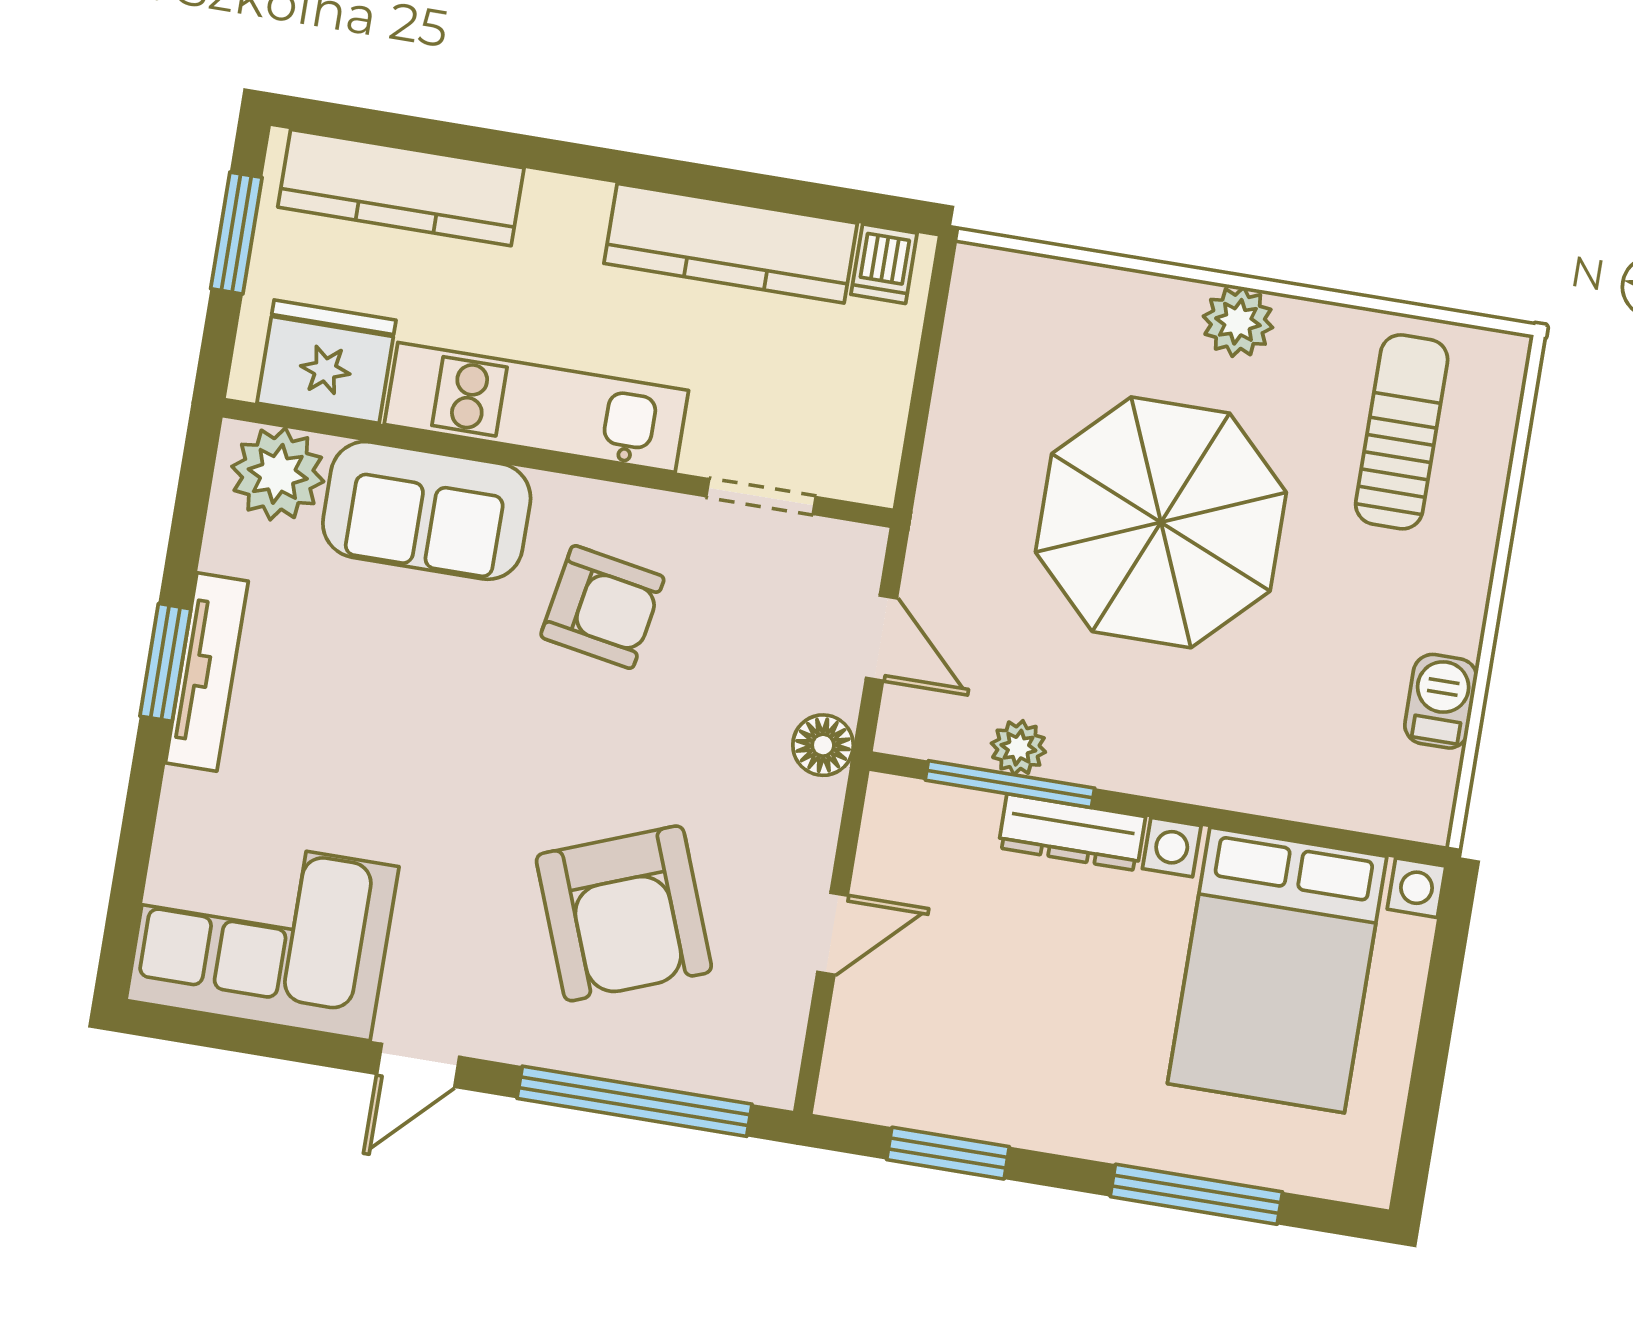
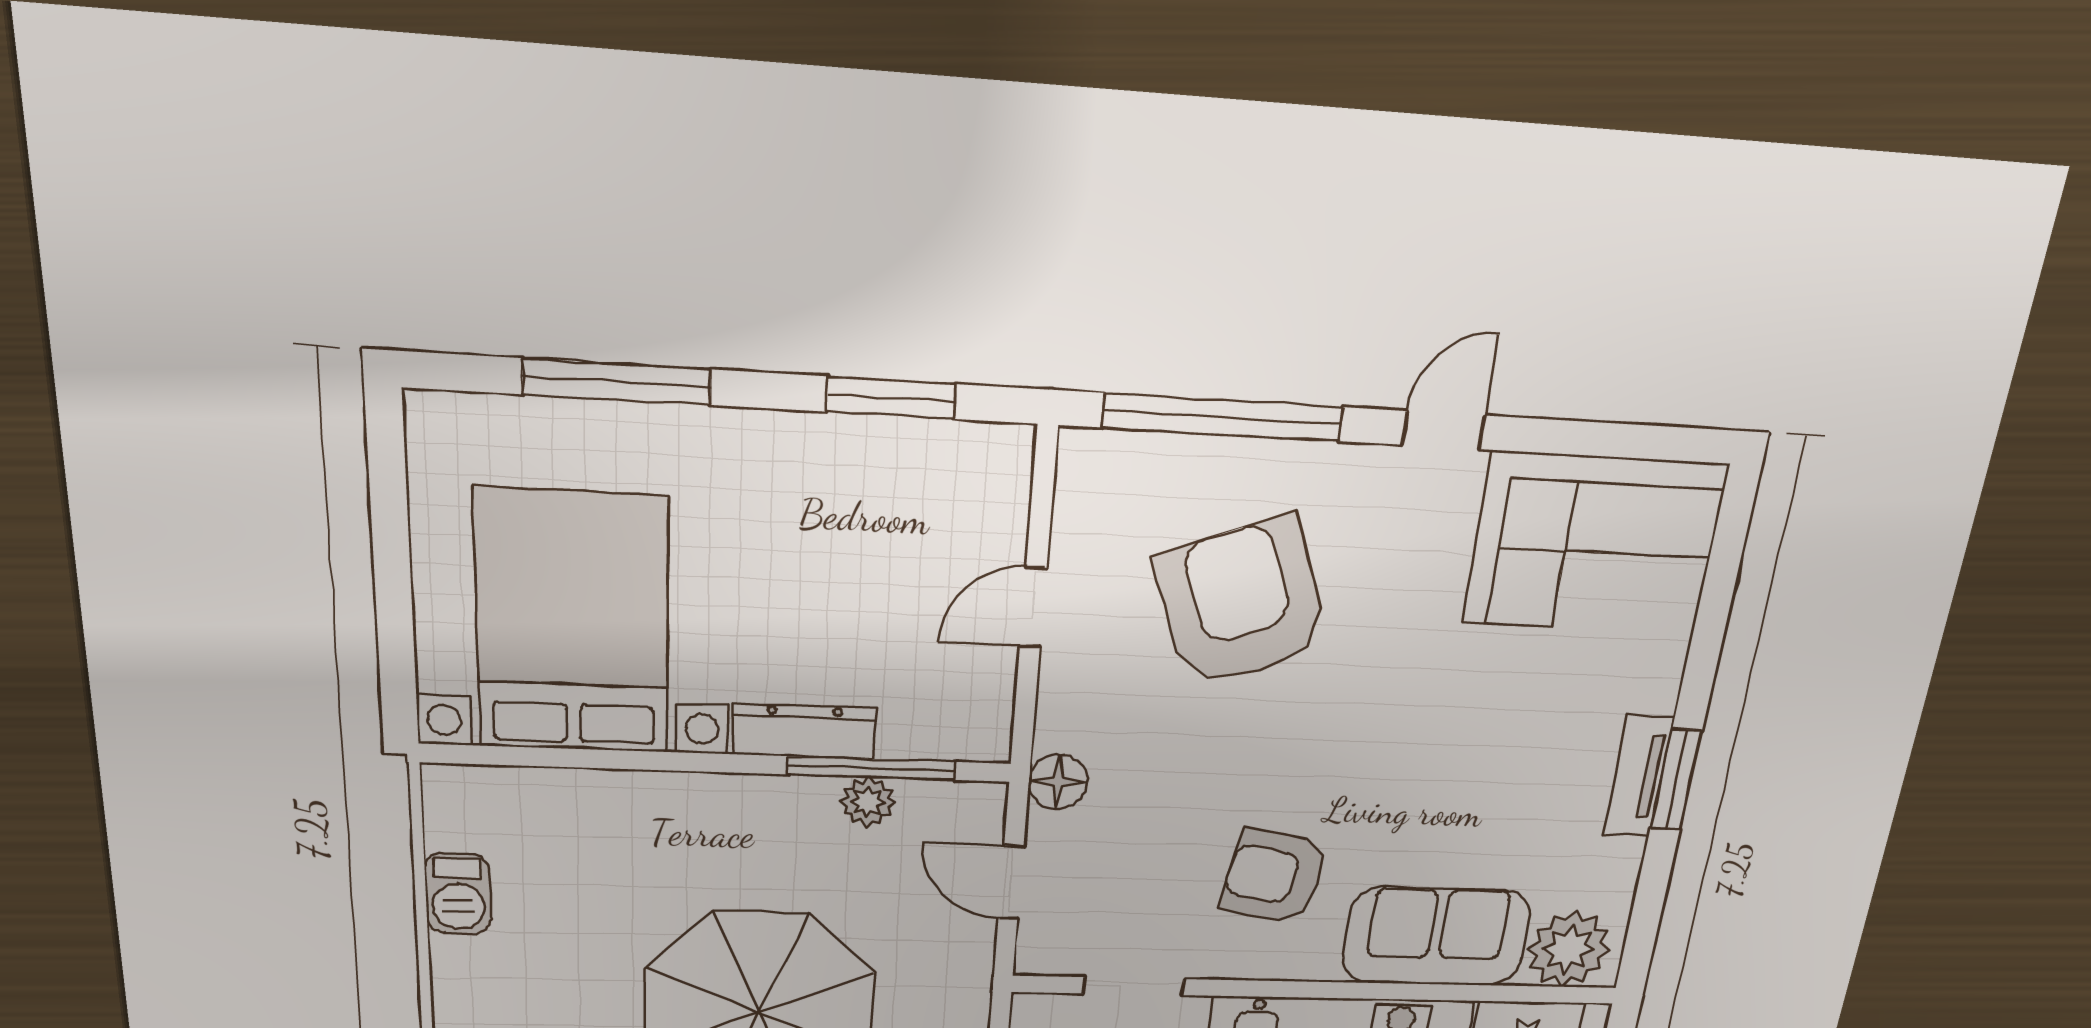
tv unit: (207, 672) -> (1639, 776), width x0.71

